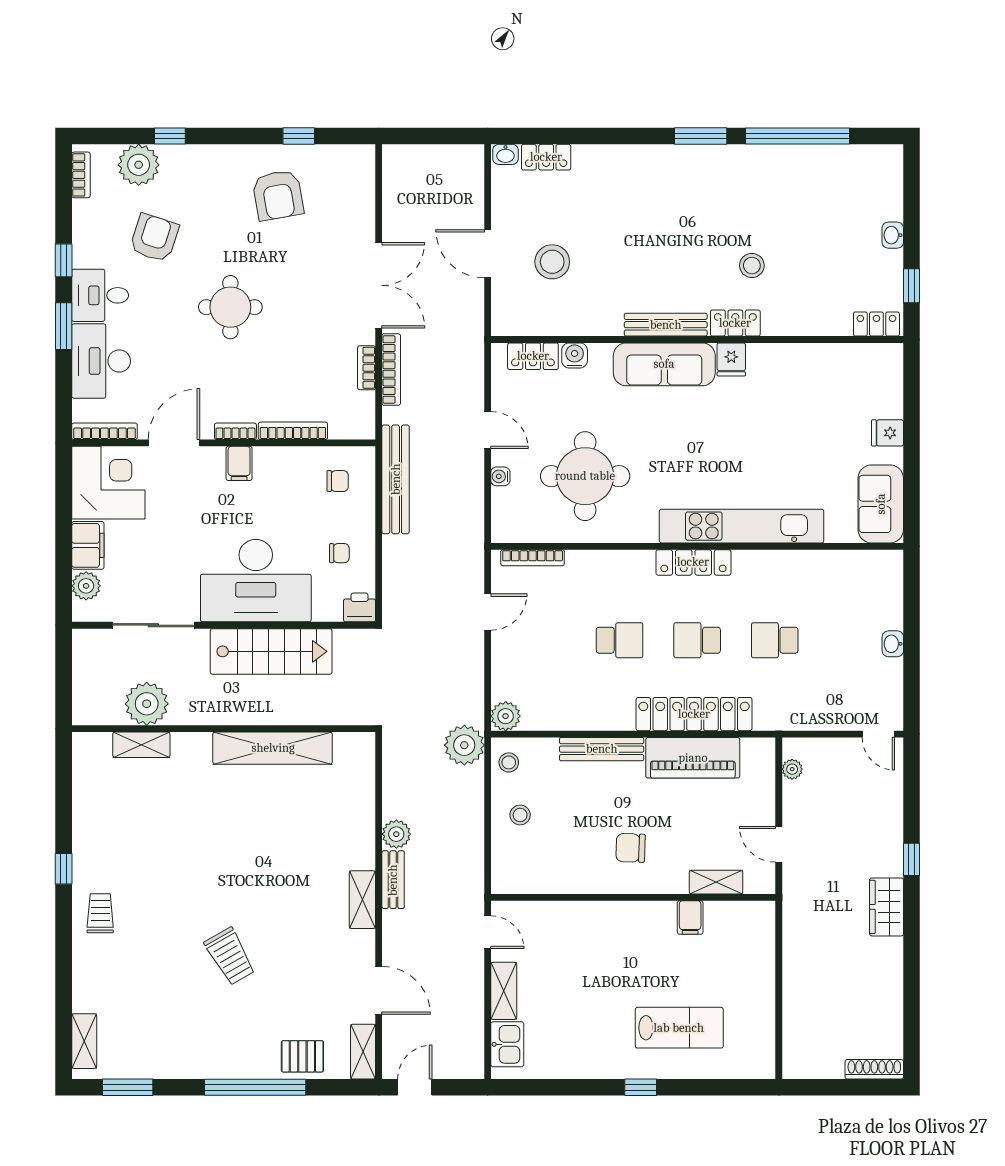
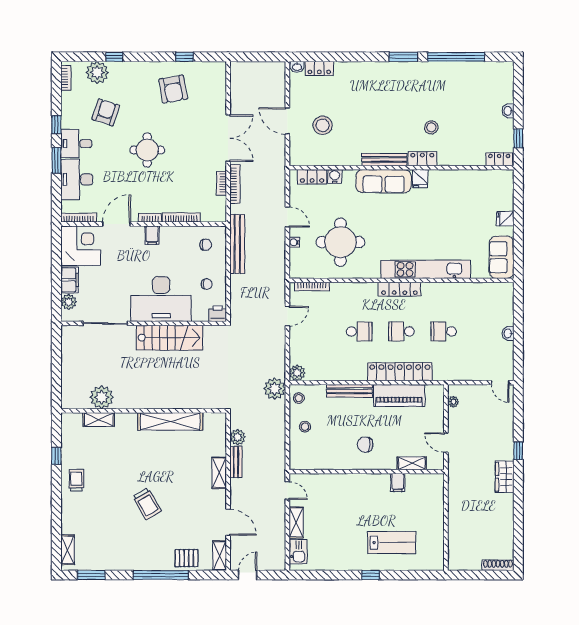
plant: (147, 704) -> (102, 397), moved
wall: (224, 729) -> (144, 411), moved
shelving: (141, 745) -> (99, 420), moved
shelving: (273, 748) -> (170, 421), moved

